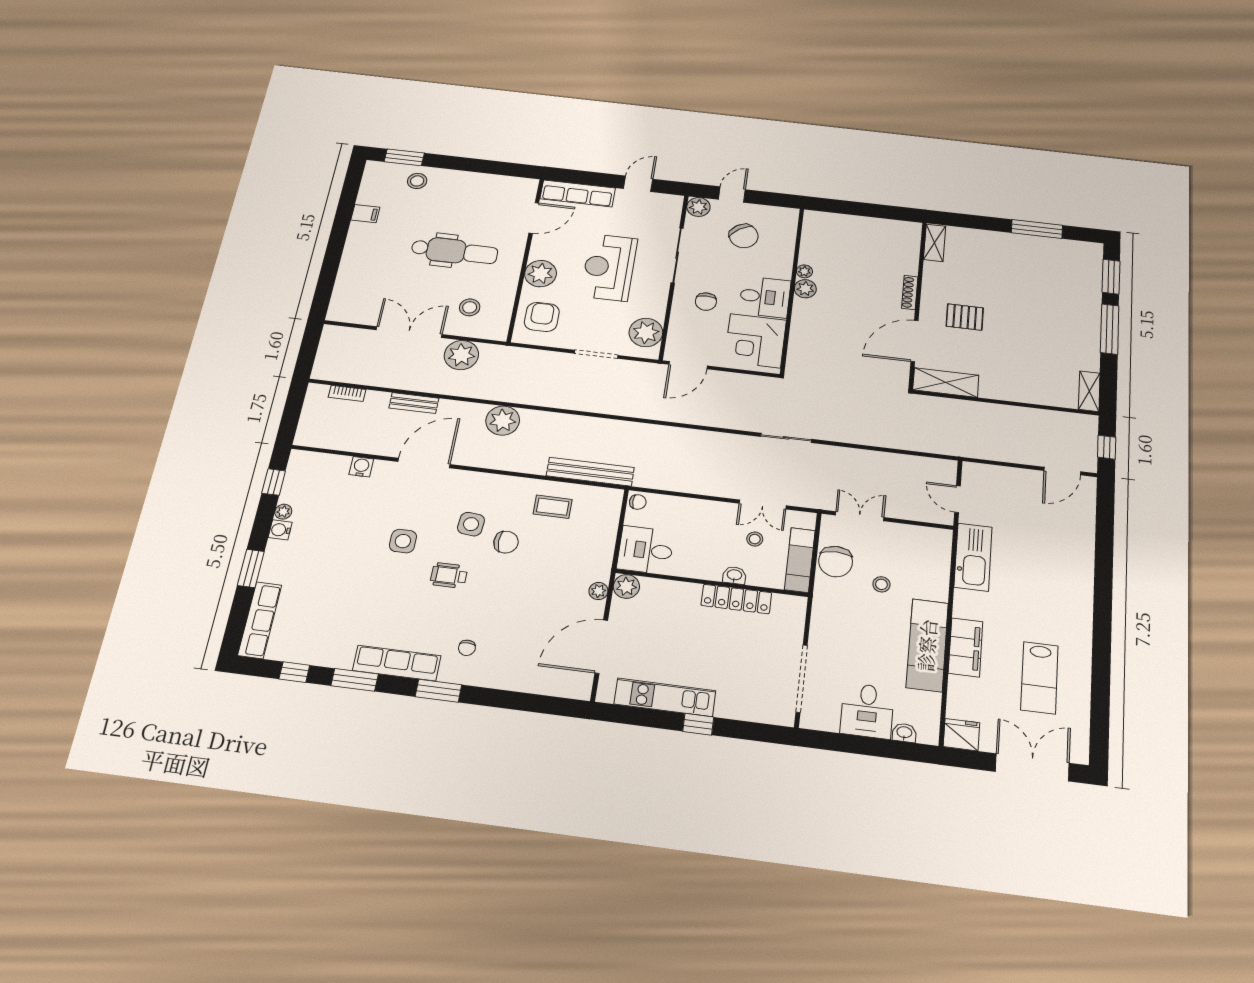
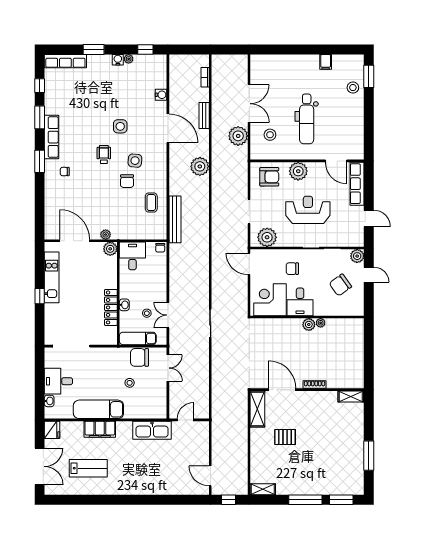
pallet: (965, 317) -> (285, 437), moved, turned 90
lab bench: (1039, 678) -> (88, 468), turned 180

